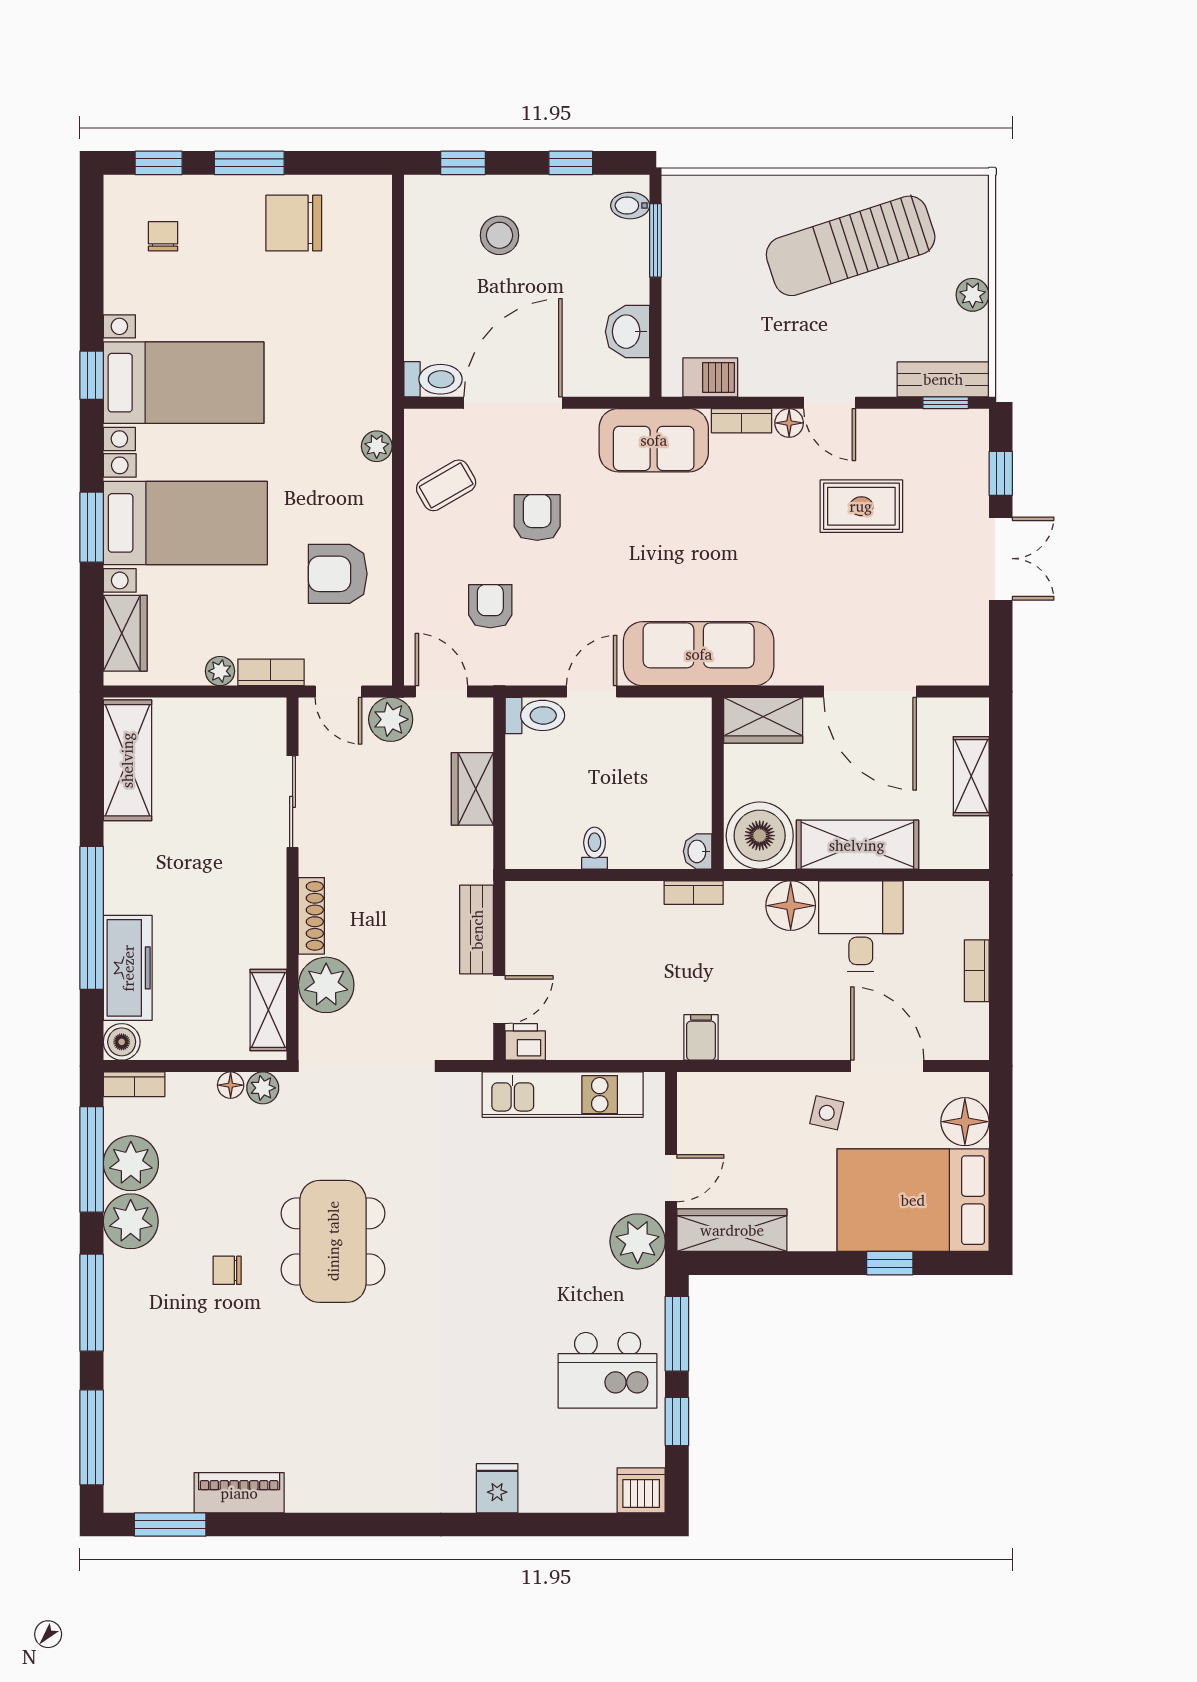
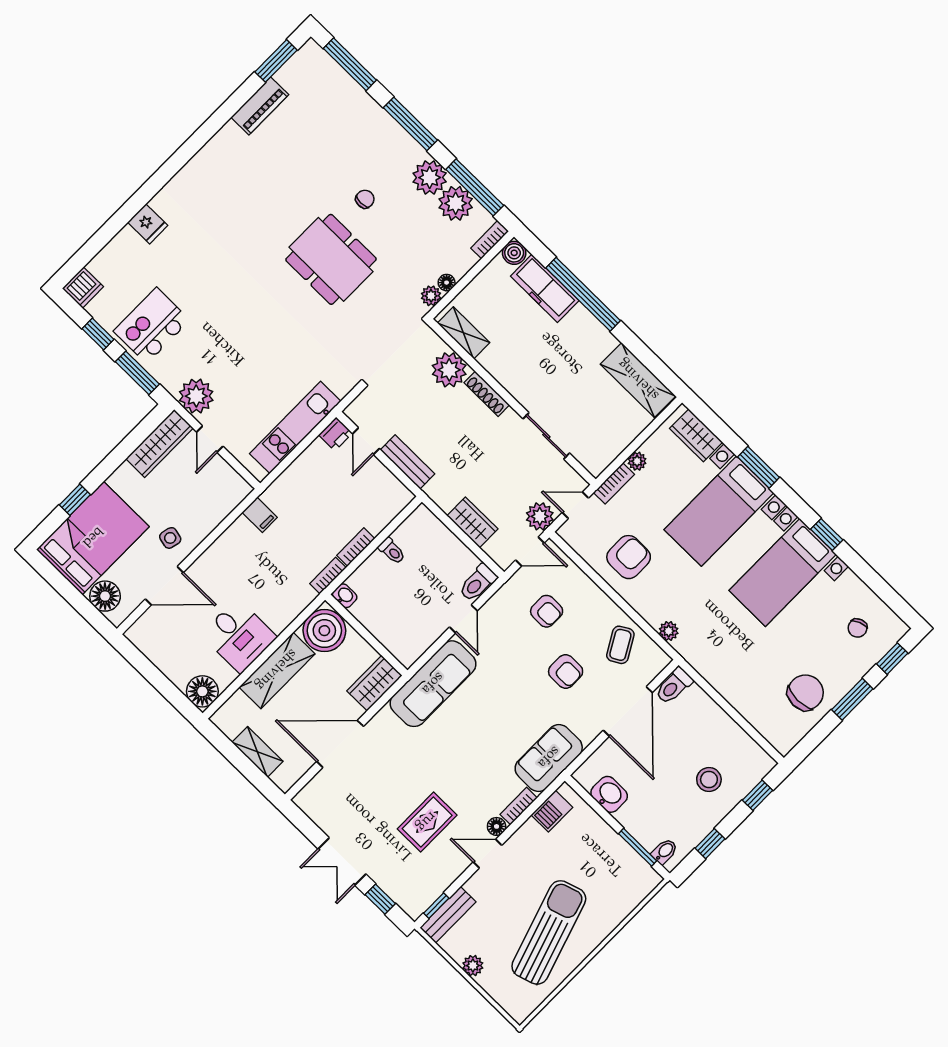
chair: (163, 236) -> (858, 628), turned 69
floor lamp: (791, 906) -> (202, 691), moved
bookcase: (977, 971) -> (356, 547), moved, turned -90

